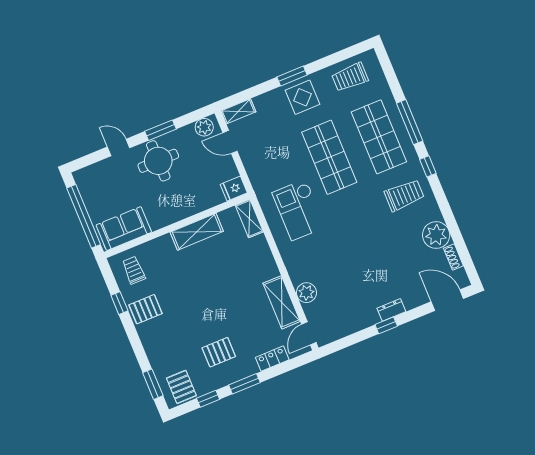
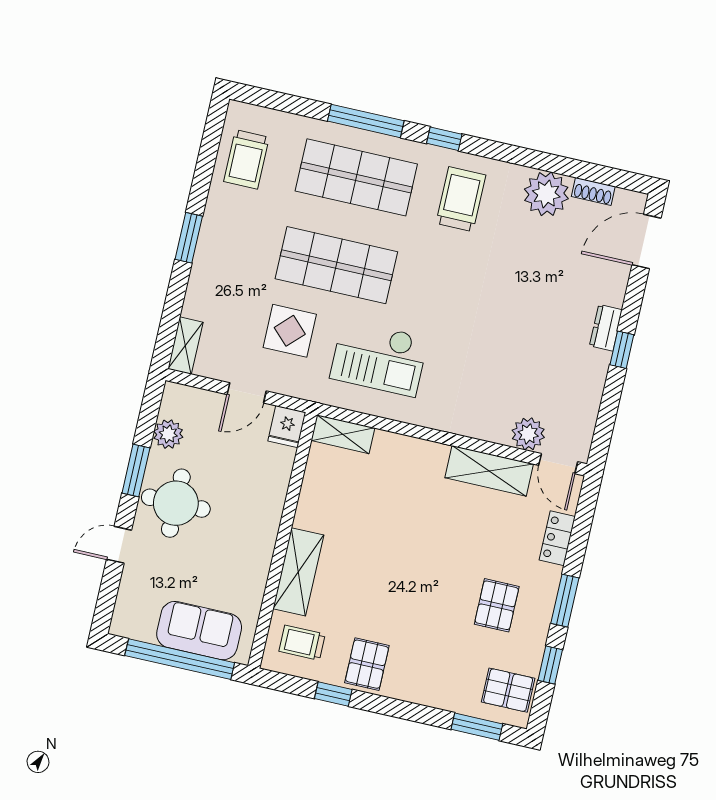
display table: (303, 97) -> (290, 331), moved
plant: (204, 127) -> (168, 434), moved
door: (230, 142) -> (247, 393), moved
sofa: (124, 229) -> (199, 631), moved, turned 90
shelving: (197, 232) -> (298, 572), moved
plant: (306, 293) -> (528, 434), moved

